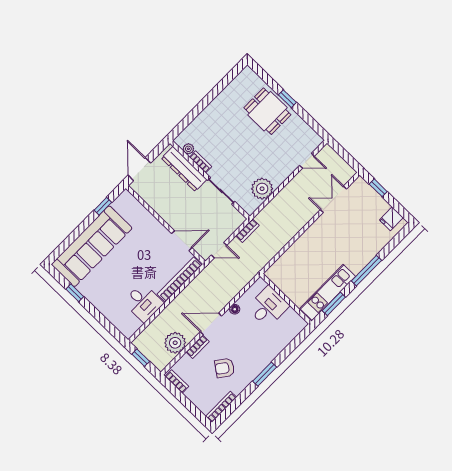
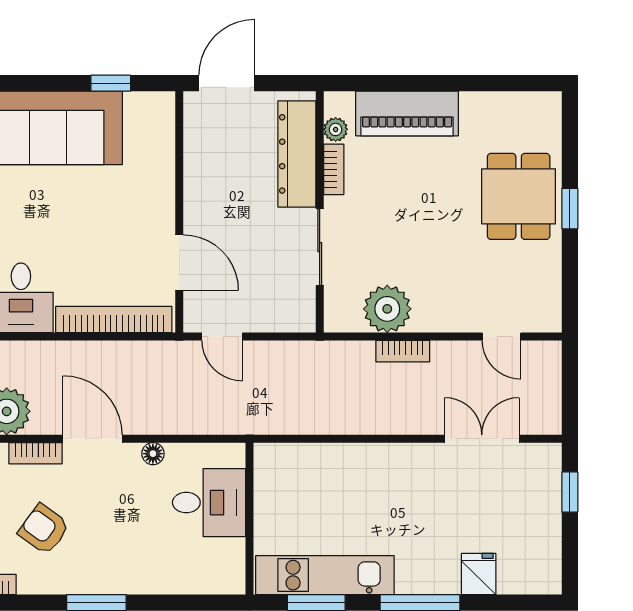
piano: (206, 121) -> (407, 114), added
fridge: (391, 219) -> (479, 574), moved, turned 90
bookcase: (247, 231) -> (403, 351), moved

